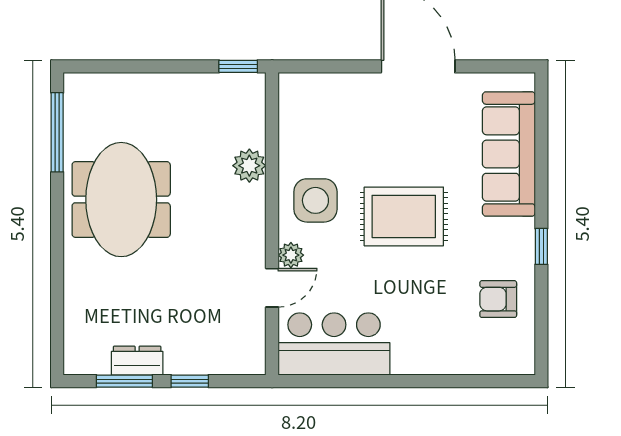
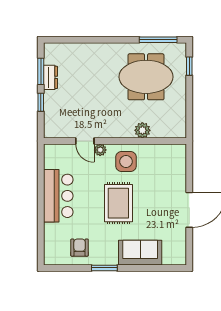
window: (238, 66) -> (189, 66), moved
sofa: (509, 154) -> (140, 253), width x0.73
meeting table: (121, 200) -> (146, 77), moved
window: (541, 246) -> (104, 268), width x1.50
bar counter: (334, 344) -> (58, 196), moved

